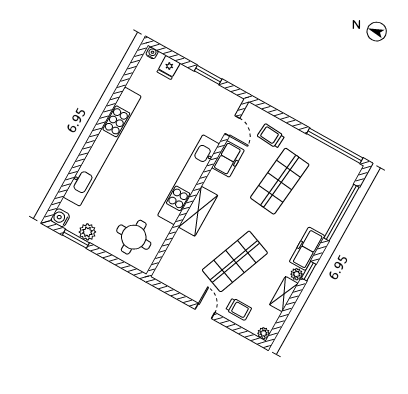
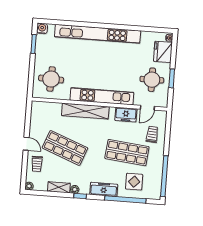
fridge: (169, 67) -> (163, 52), width x1.88, depth x1.34
round table: (197, 102) -> (152, 80), added
display table: (323, 190) -> (134, 182), added
shelving: (198, 211) -> (85, 111), width x1.47
plant: (87, 232) -> (41, 49), removed
freezer: (307, 249) -> (104, 189), moved
door: (205, 311) -> (26, 144), hinge flipped

